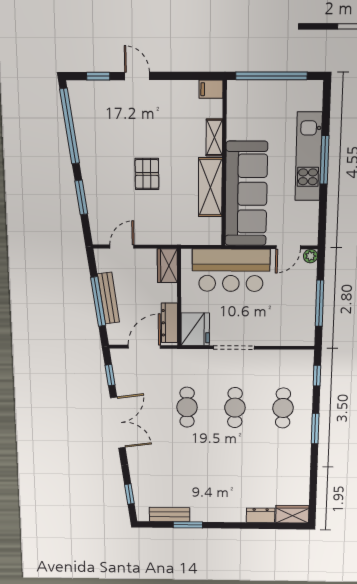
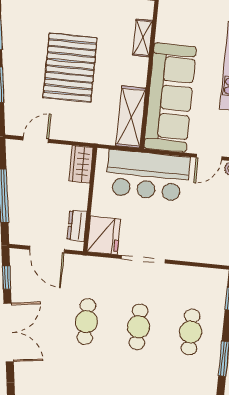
pallet: (147, 174) -> (70, 68), width x2.05, depth x2.00
shelving: (210, 187) -> (131, 117), moved
bench: (108, 298) -> (15, 193), removed
dresser: (169, 323) -> (77, 226), width x0.70
door: (144, 347) -> (47, 250), swing flipped

